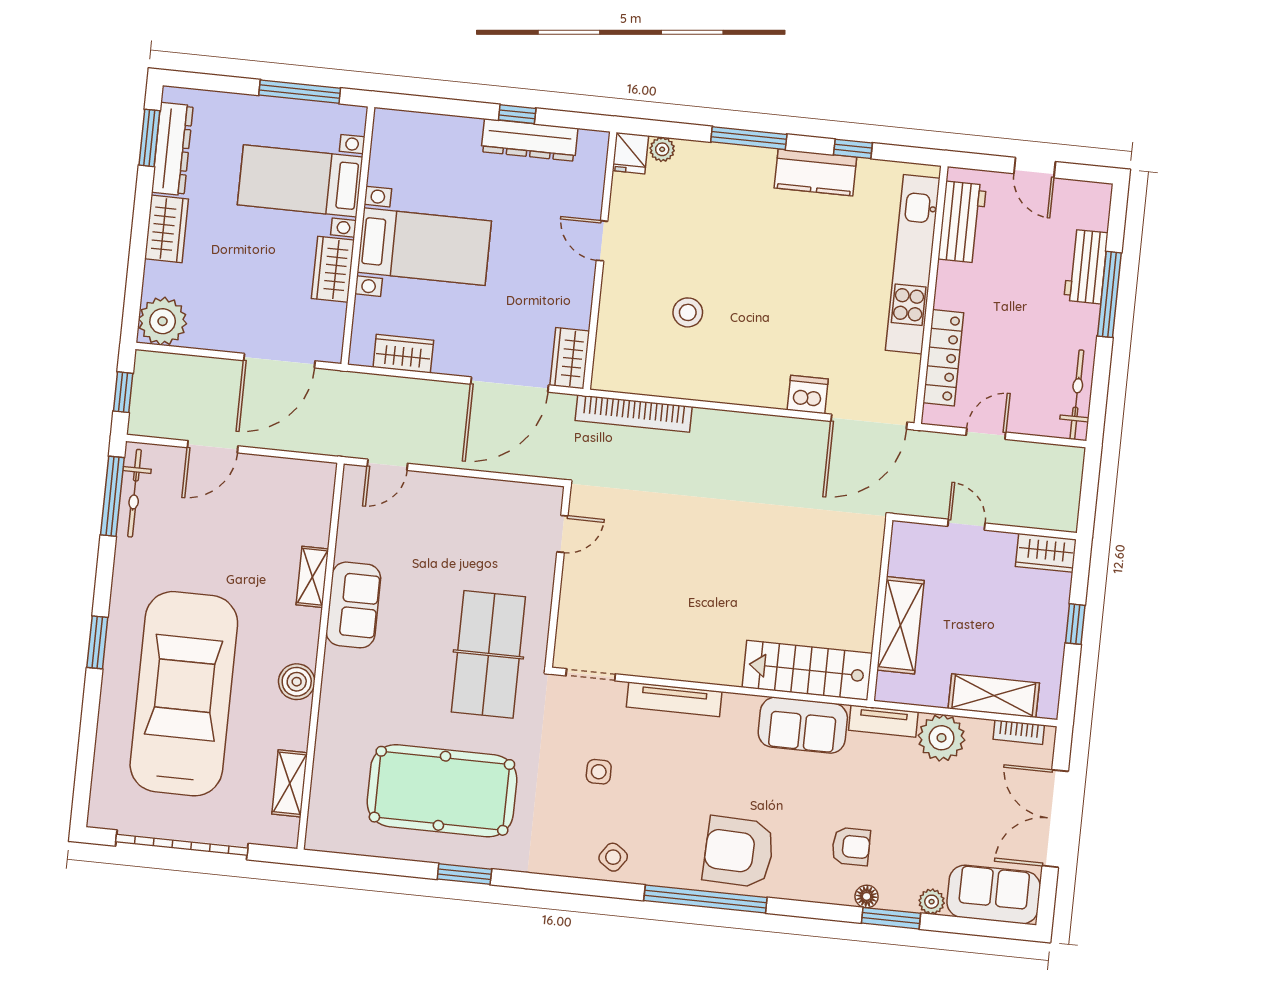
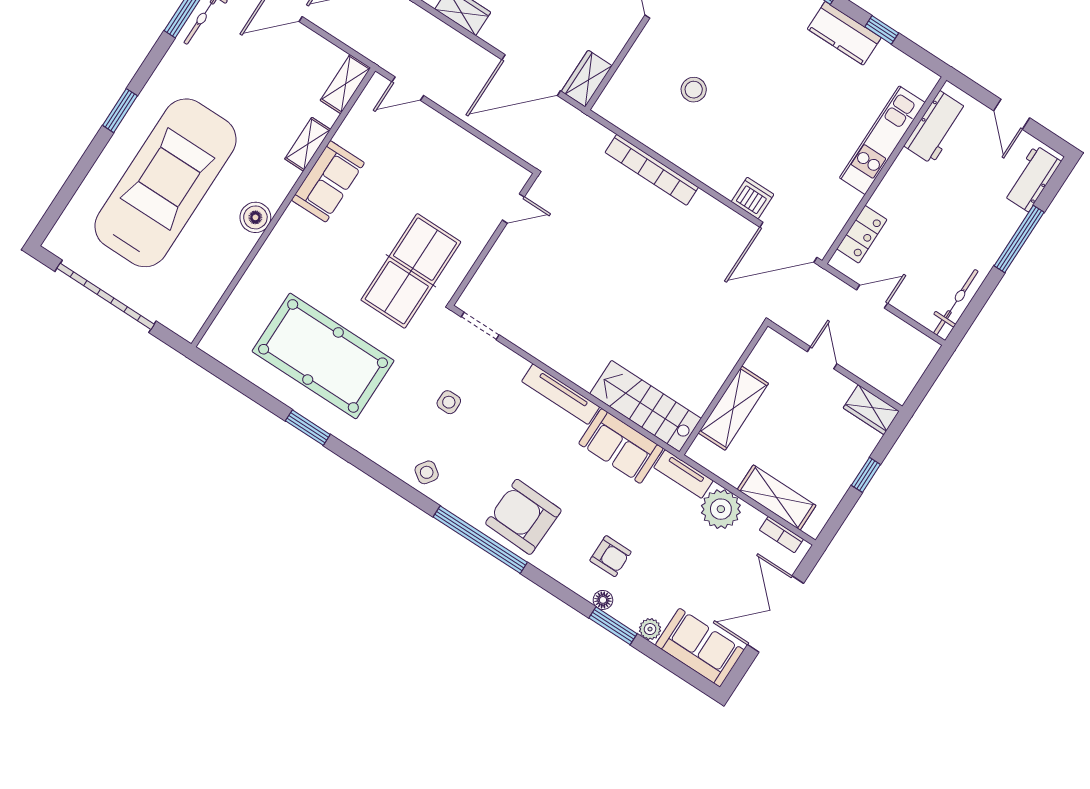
kitchen unit: (913, 264) -> (882, 140), width x0.73
workbench: (1086, 267) -> (1032, 178), moved
locker: (943, 358) -> (862, 234), width x0.66
bookcase: (634, 414) -> (652, 170), moved
tv unit: (674, 699) -> (561, 394), moved
shelving: (290, 783) -> (345, 84), moved

